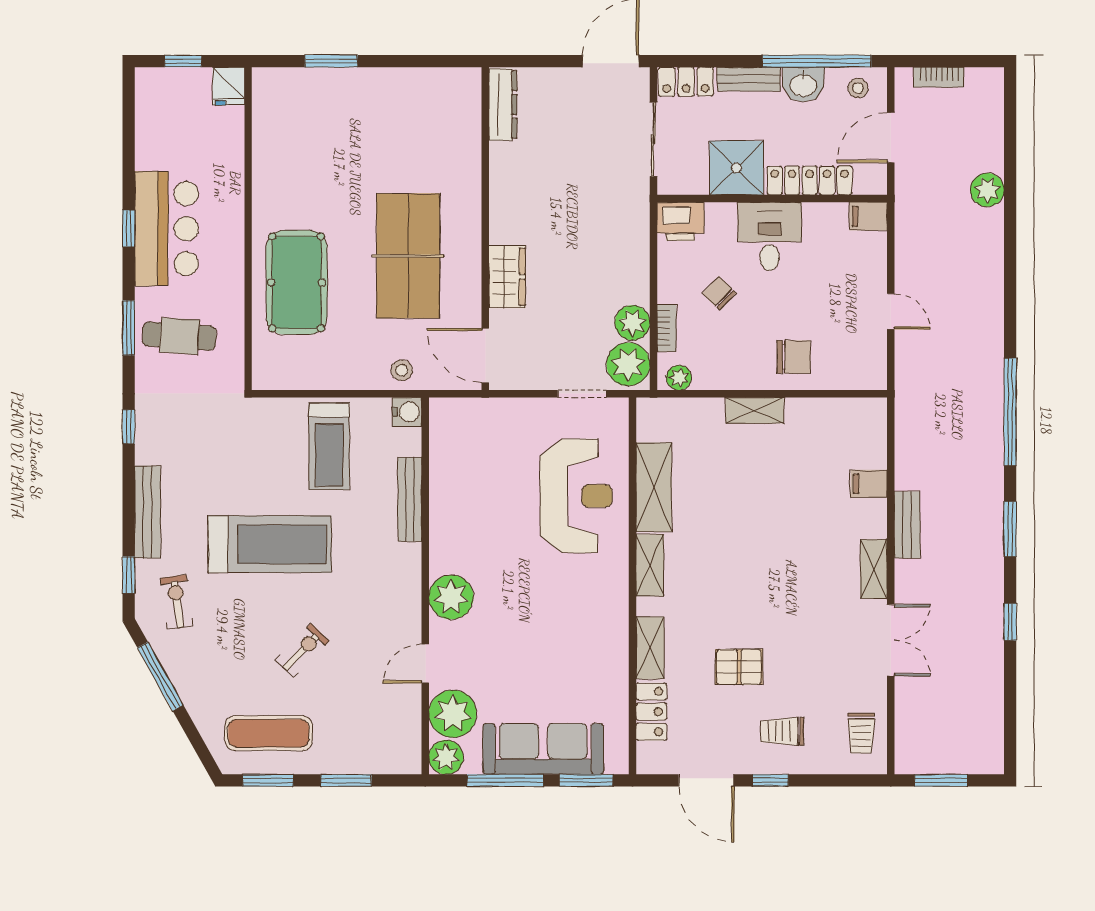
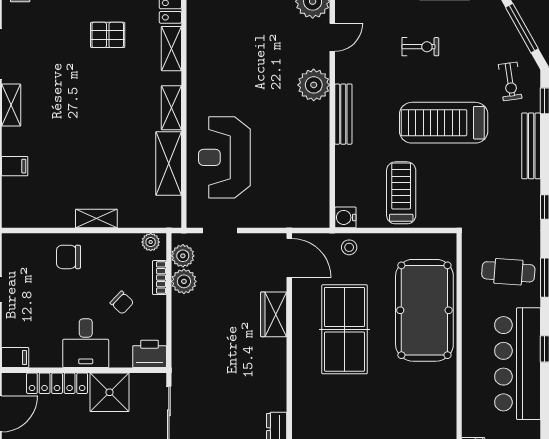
bar counter: (166, 229) -> (518, 364), width x1.36
pool table: (297, 282) -> (424, 310), width x1.36, depth x1.32
plant: (628, 364) -> (183, 256), width x0.73, depth x0.73
bench: (410, 499) -> (343, 114), moved
exercise bike: (302, 650) -> (420, 47), turned -134

